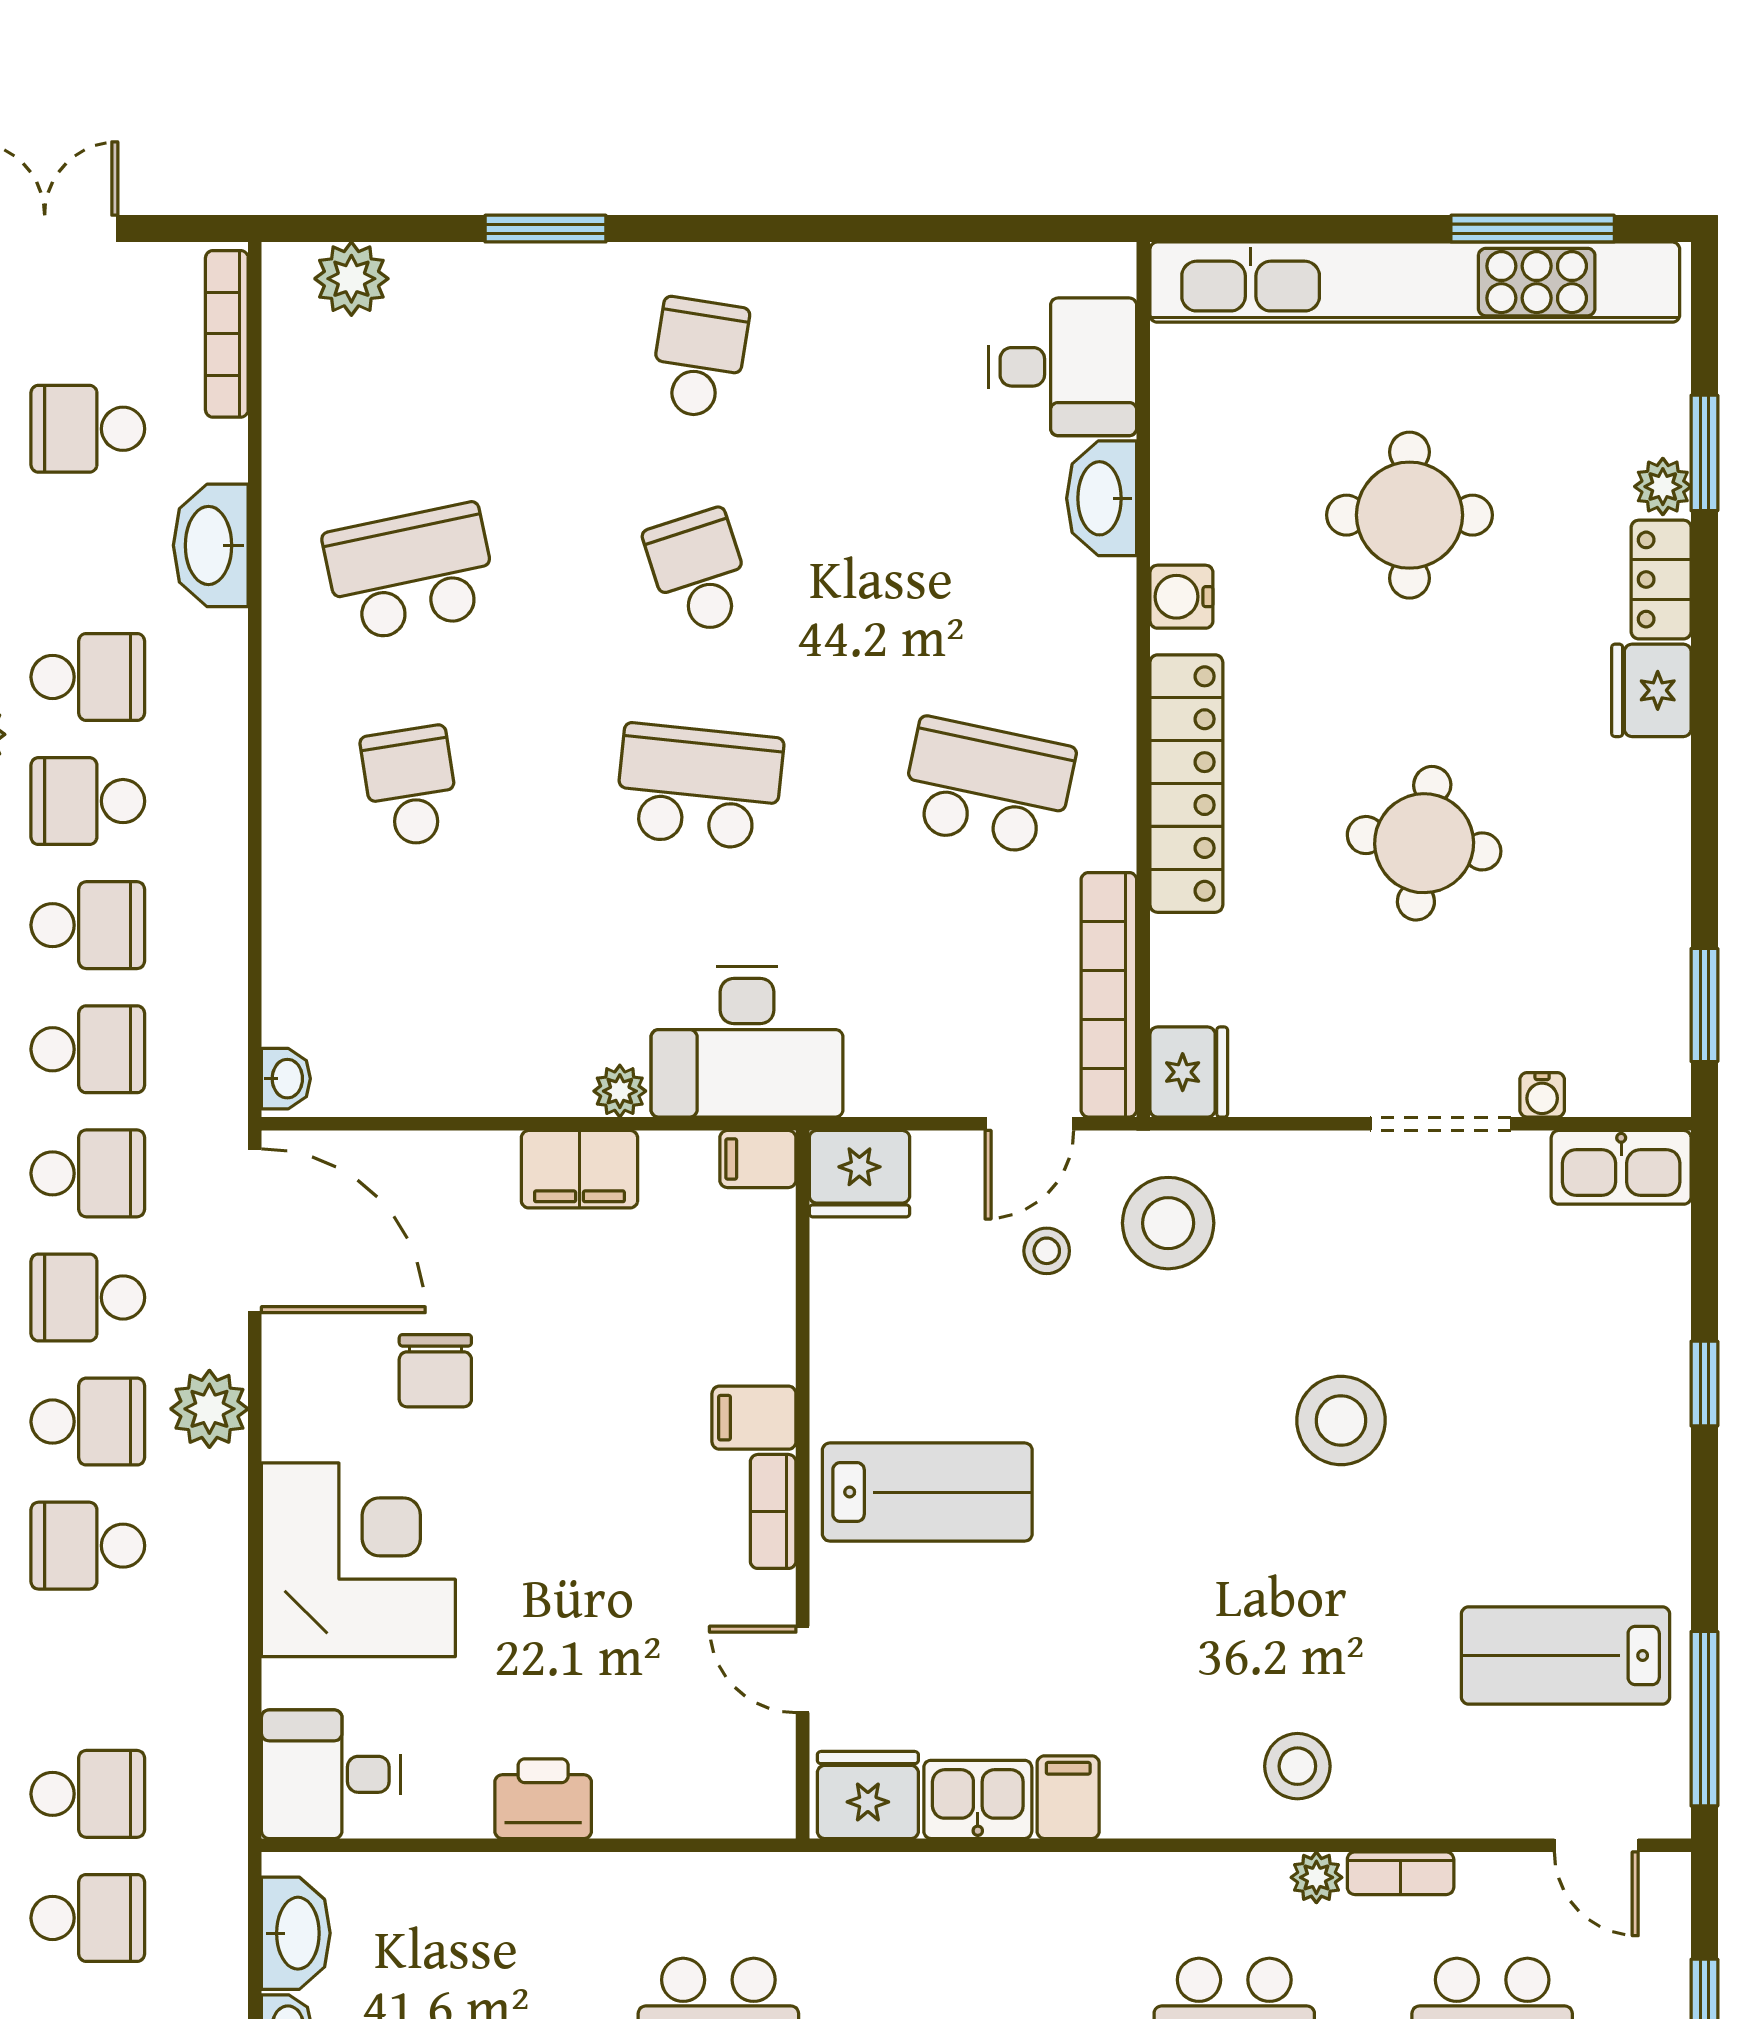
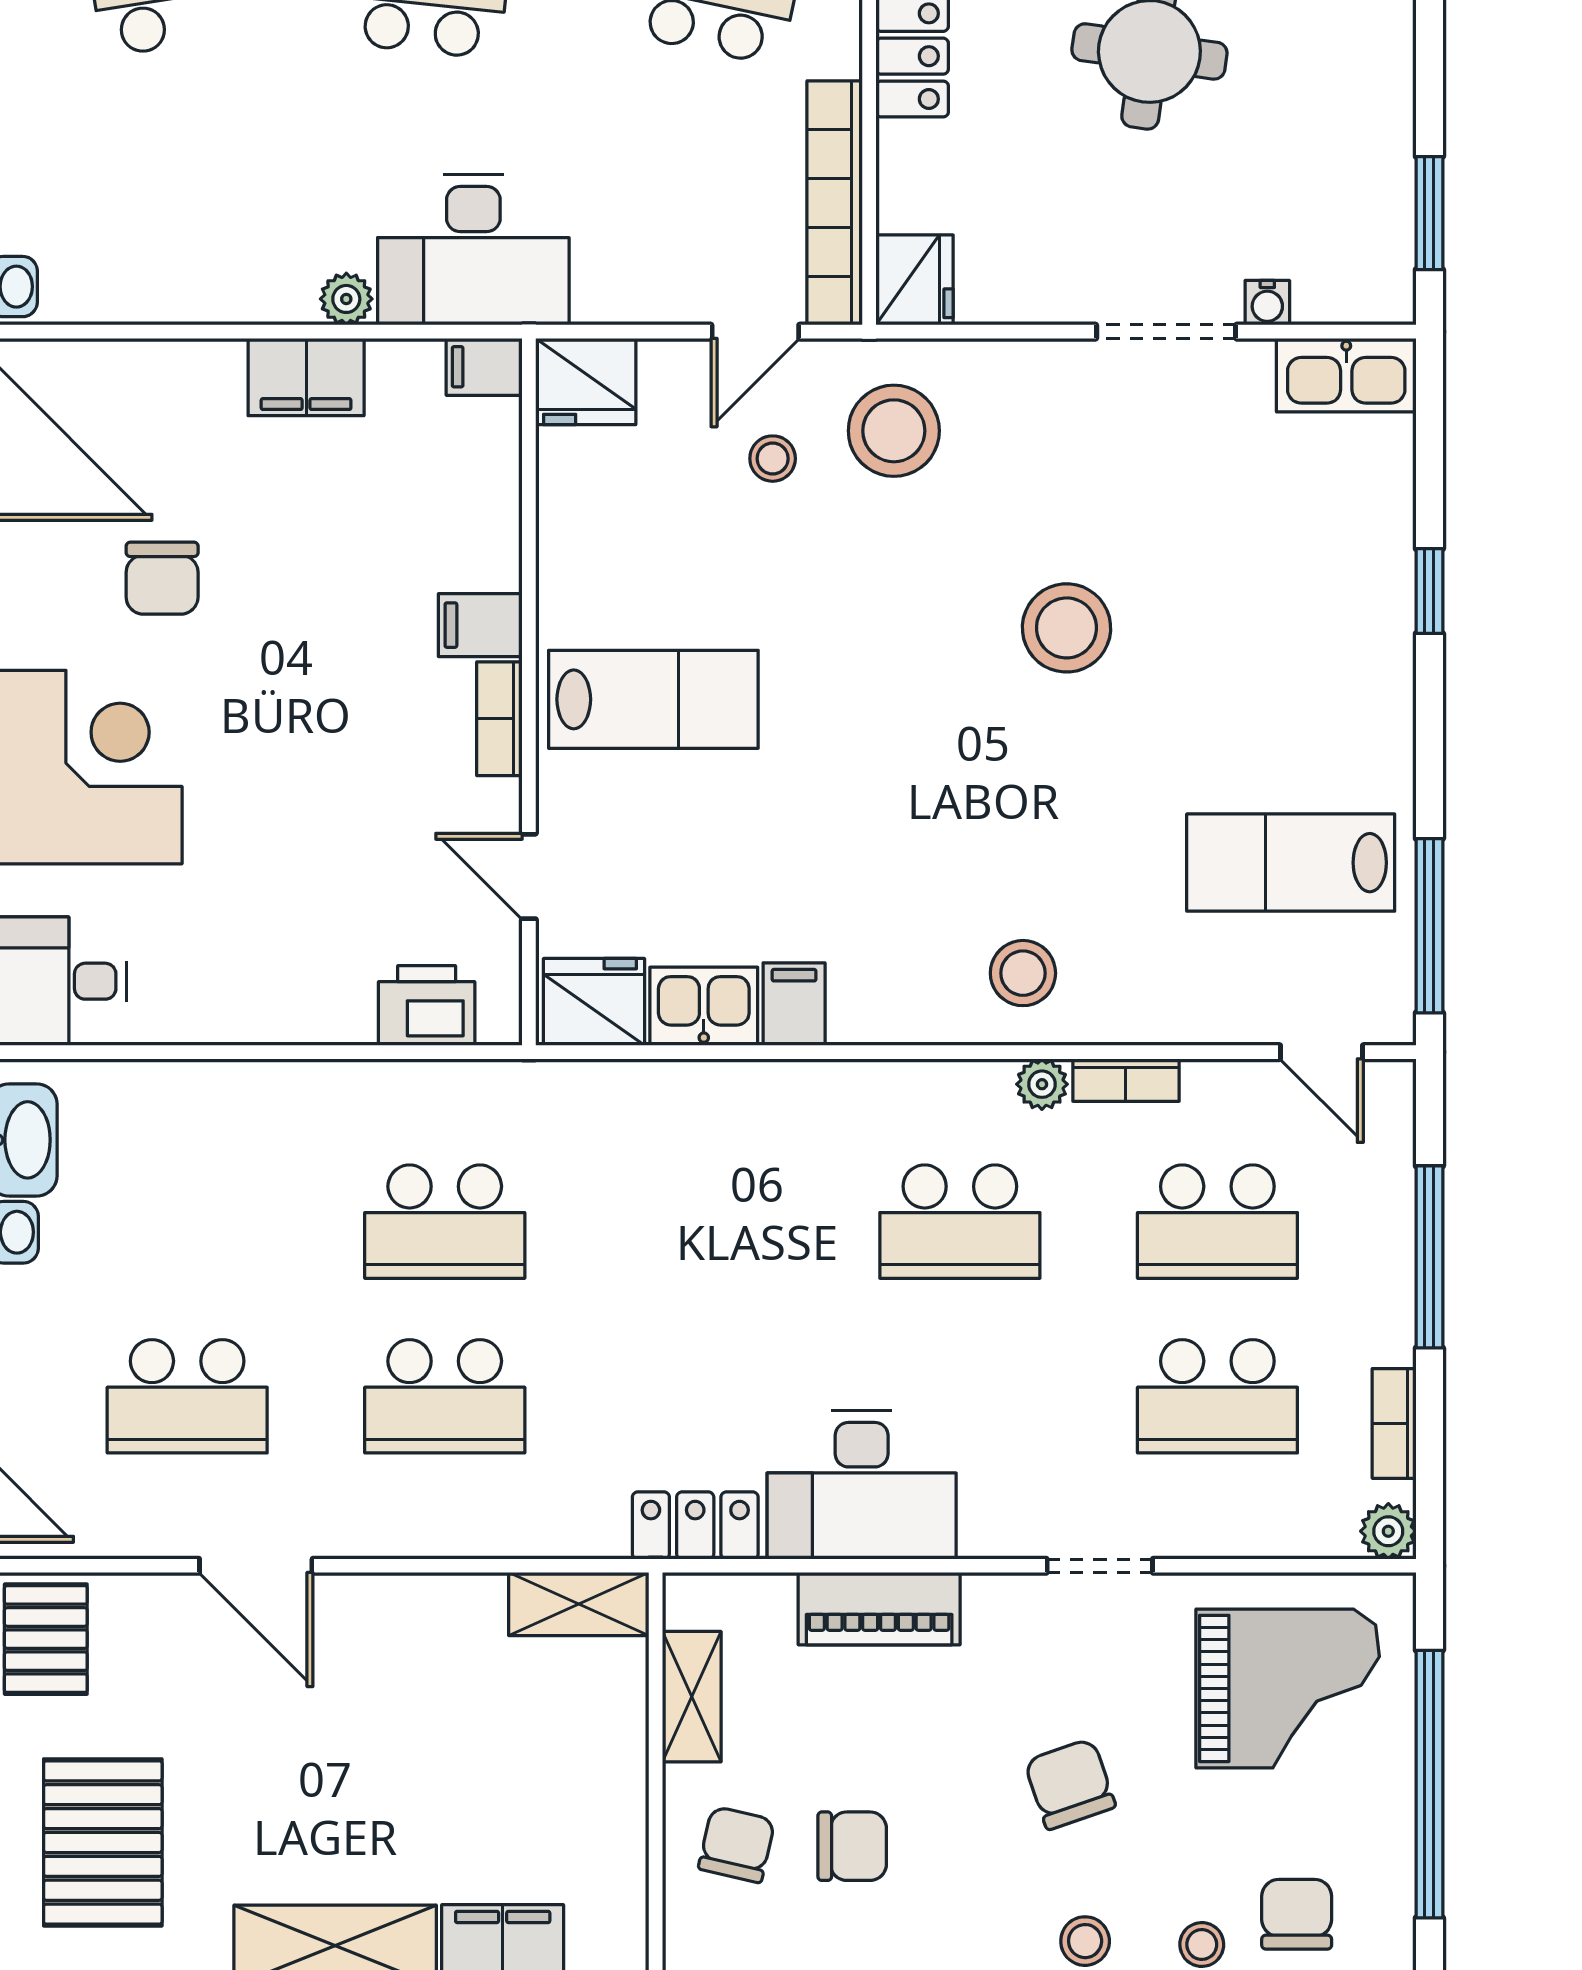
printer: (543, 1799) -> (427, 1006), moved

